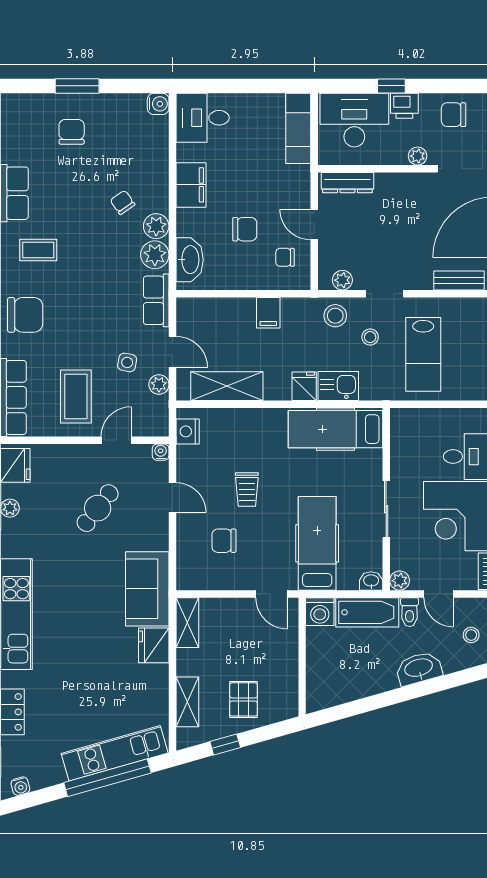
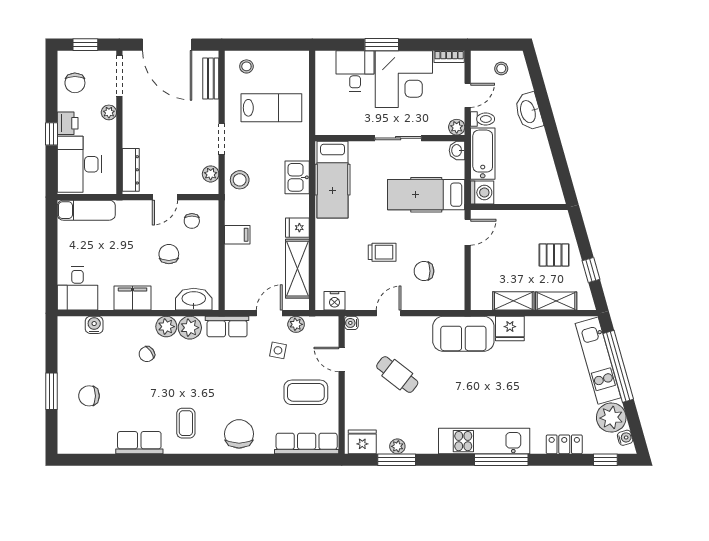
water cooler: (158, 104) -> (94, 325), moved
stool: (370, 337) -> (246, 66), moved
fridge: (304, 386) -> (297, 228), moved
chair: (224, 541) -> (424, 271), turned 90
shelving: (187, 623) -> (513, 301), moved
plant: (45, 769) -> (611, 418), added

